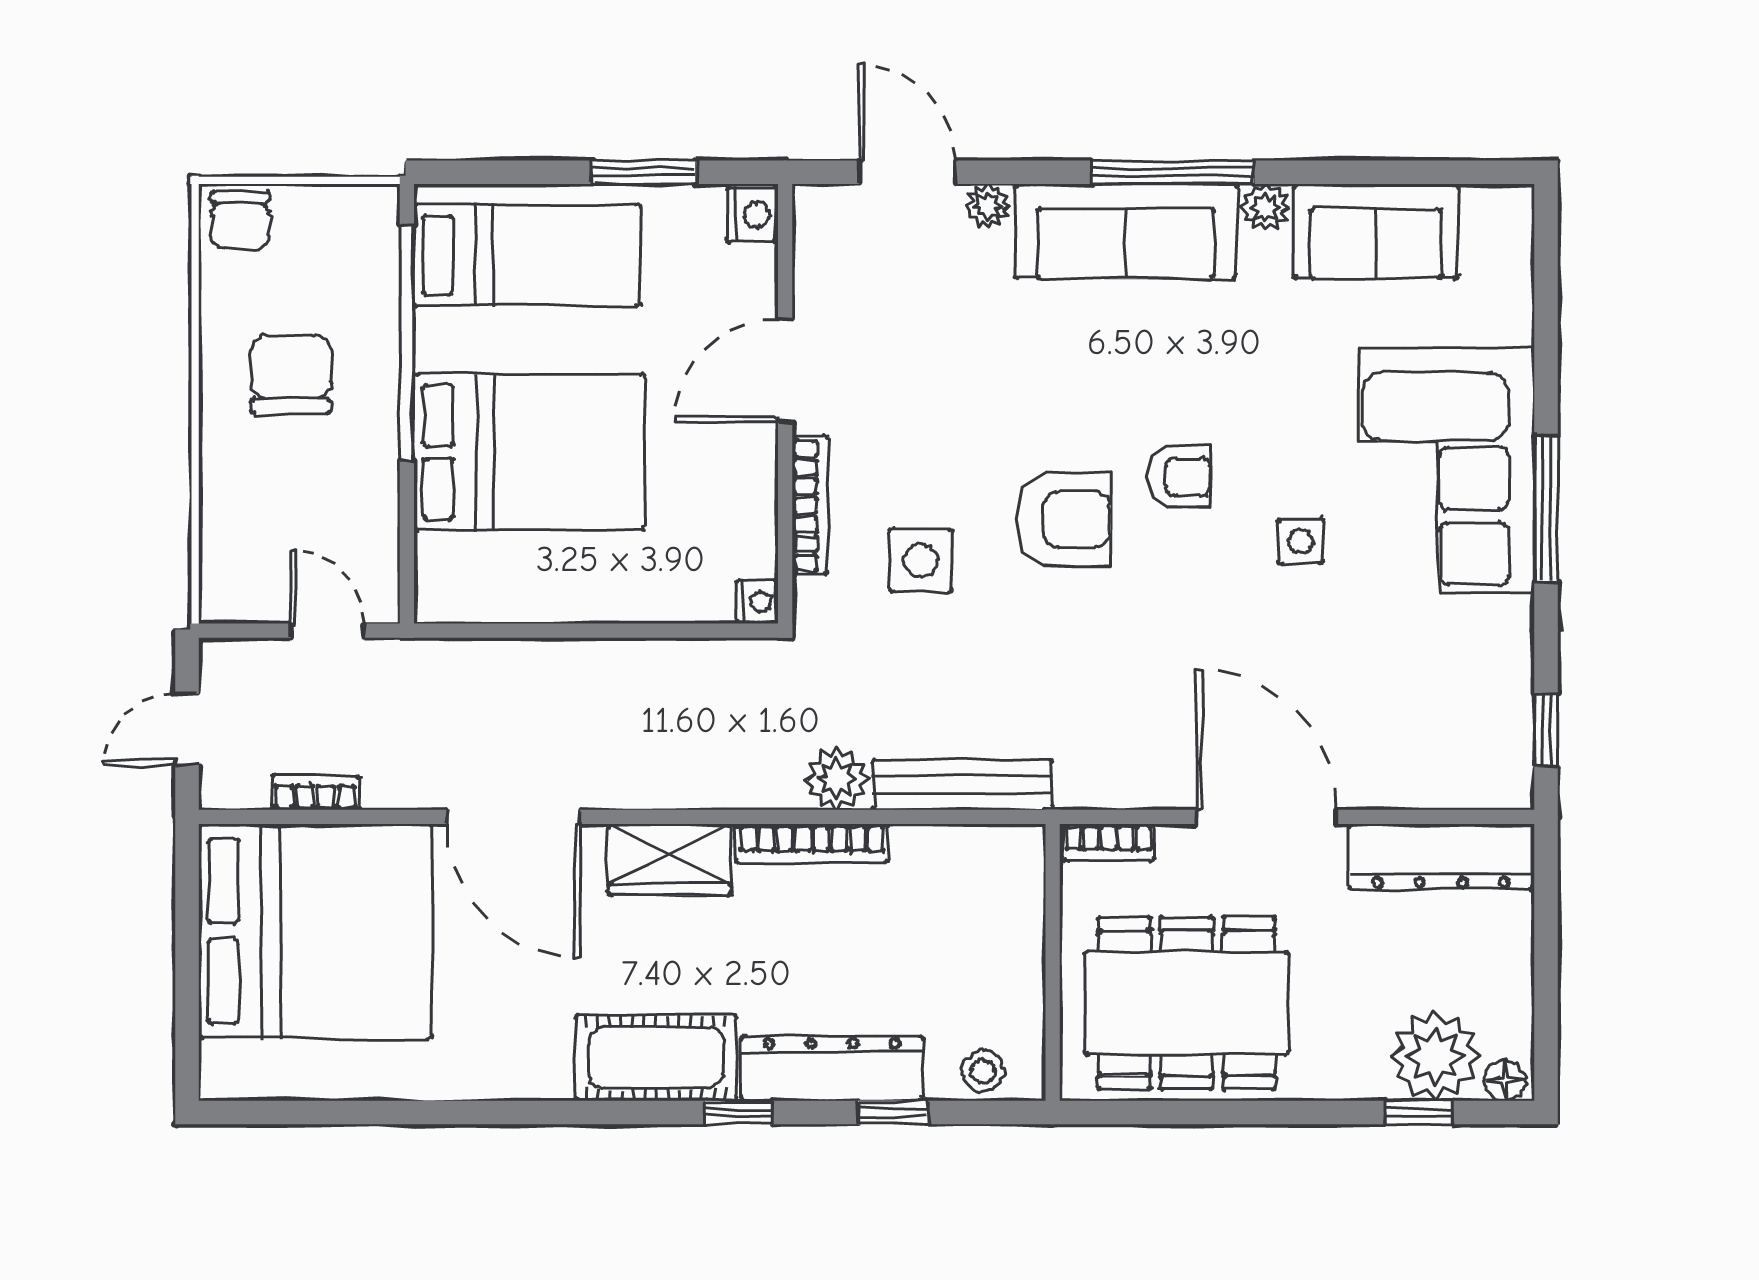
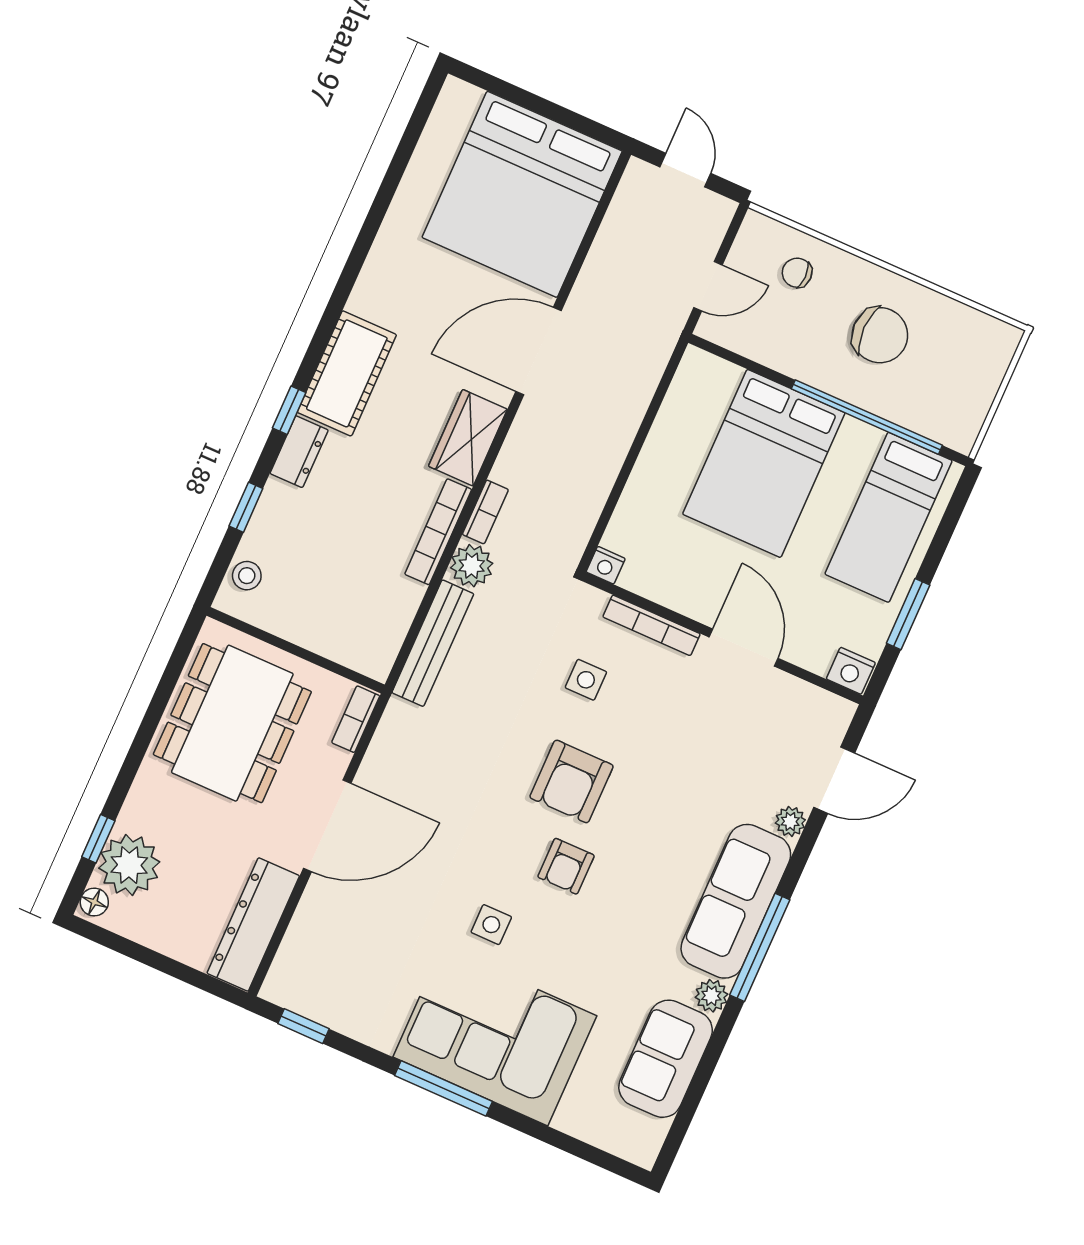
chair: (240, 220) -> (797, 273), moved, width x0.73, depth x0.73
side table: (921, 560) -> (586, 680), width x0.73, depth x0.73
bookcase: (315, 792) -> (485, 512), moved
dresser: (832, 1068) -> (299, 452), width x0.51, depth x0.80

